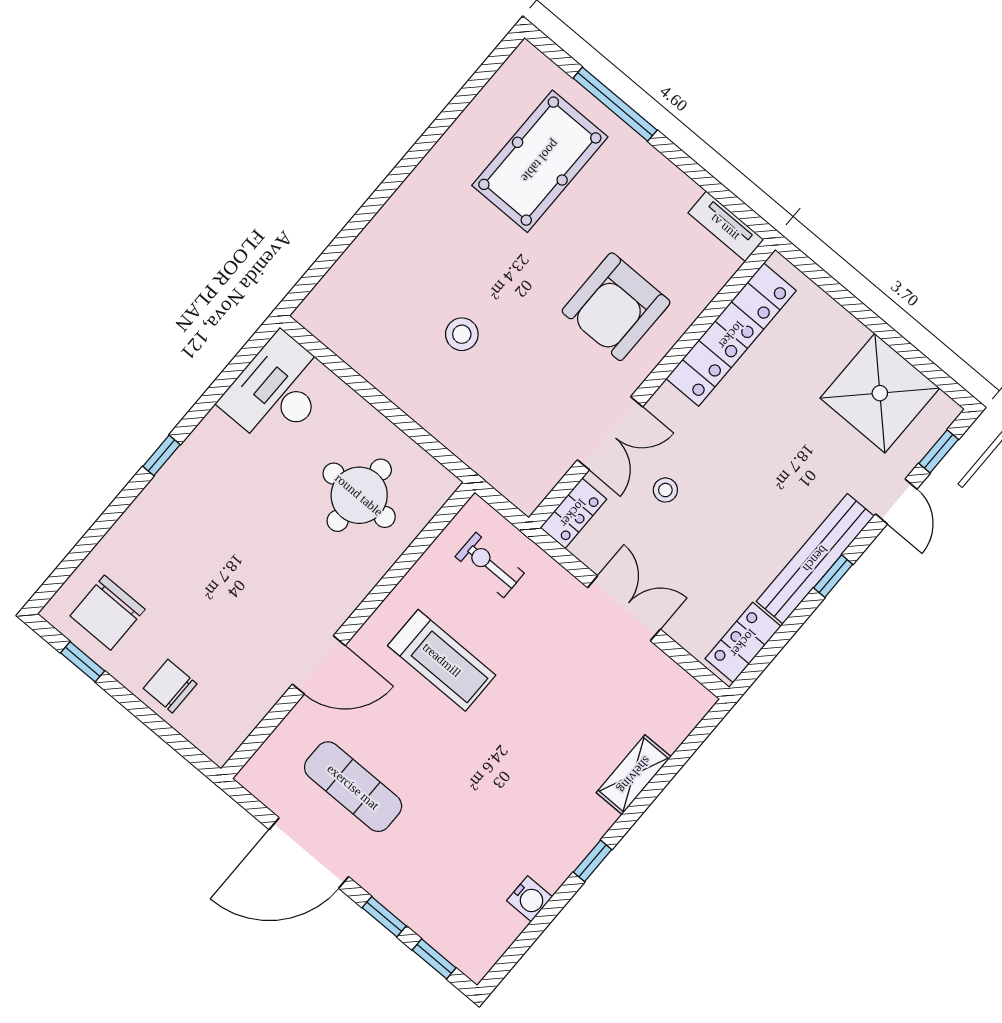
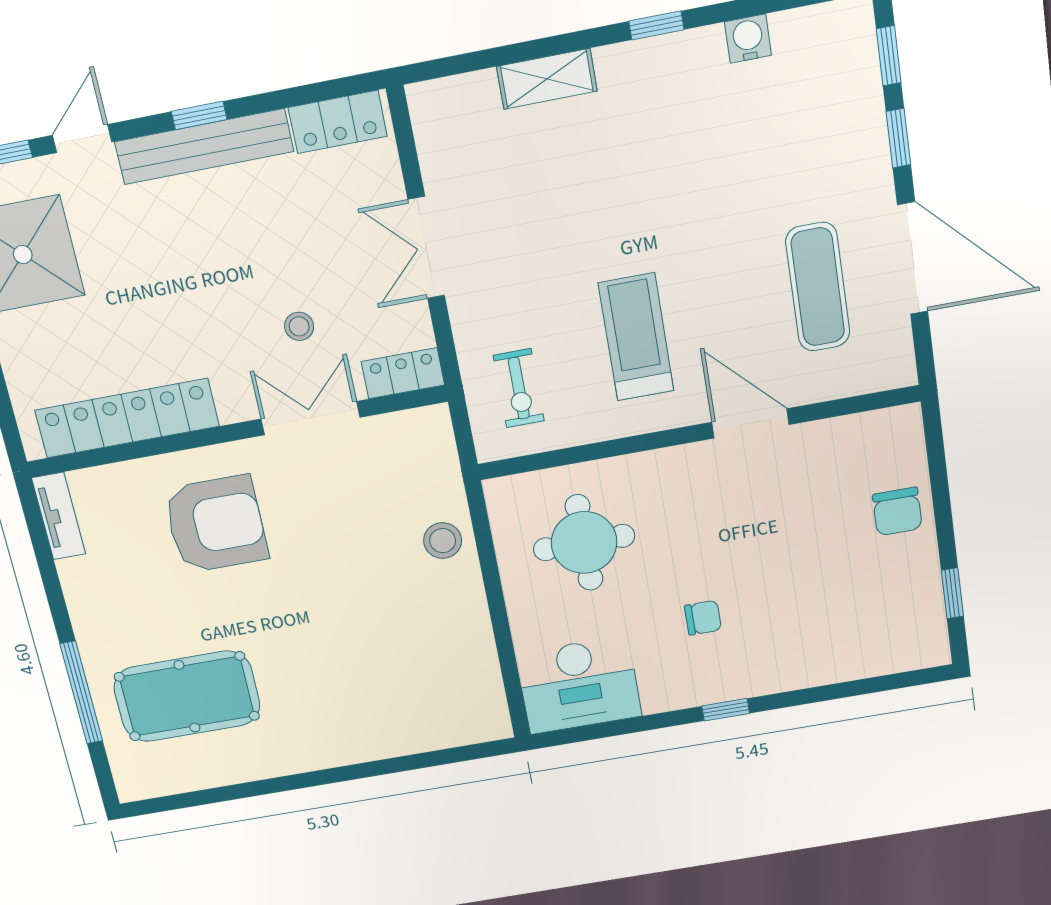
stool: (462, 334) -> (443, 541), moved
chair: (108, 613) -> (703, 618), moved, width x0.54, depth x0.54

